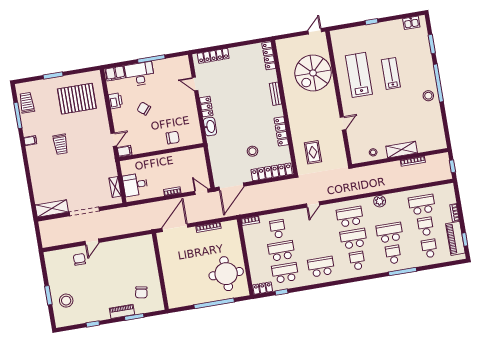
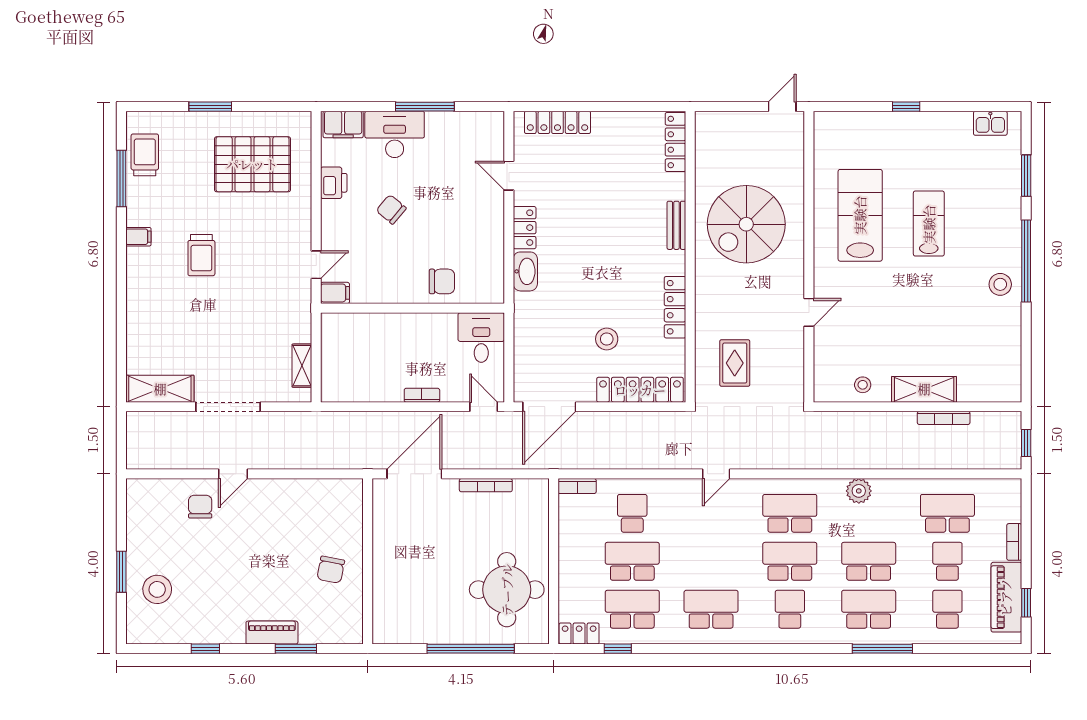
spiral stairs: (313, 73) -> (746, 224), moved
desk: (135, 185) -> (481, 338), moved, turned 90
school desk: (393, 255) -> (869, 609), width x1.85
chair: (141, 292) -> (331, 570), moved

